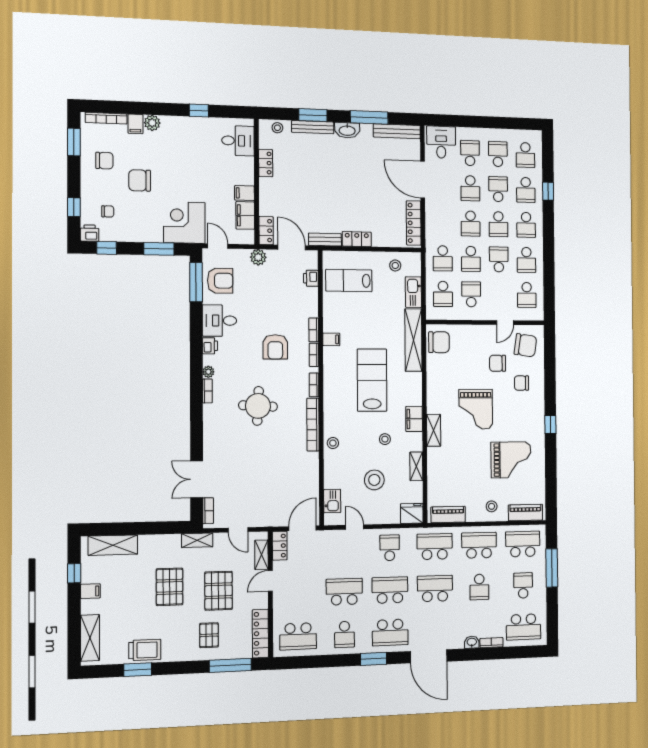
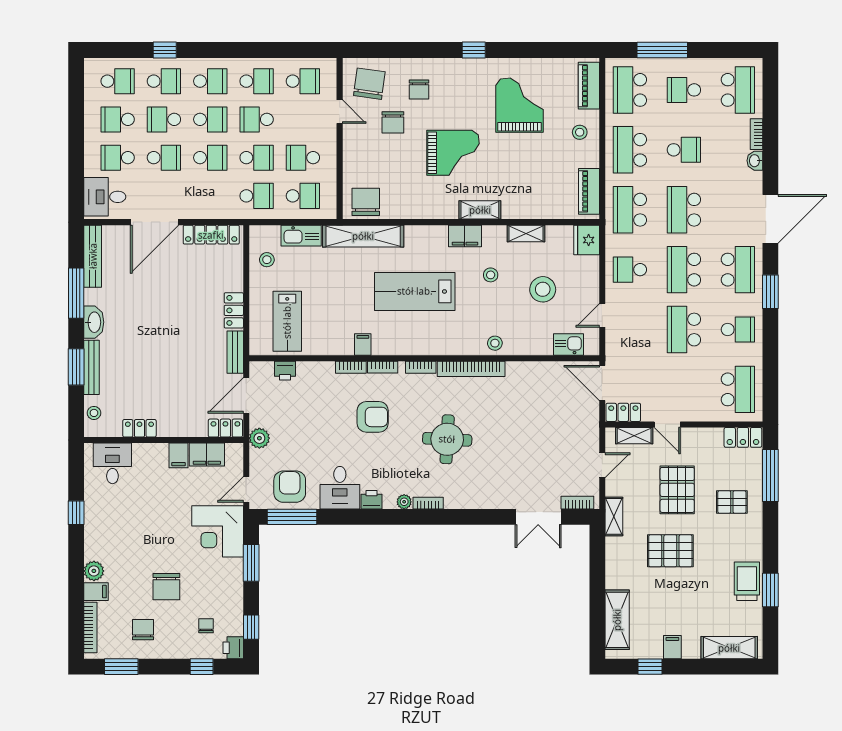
pallet: (219, 591) -> (677, 490), turned 90
locker: (260, 634) -> (743, 437), width x0.66

